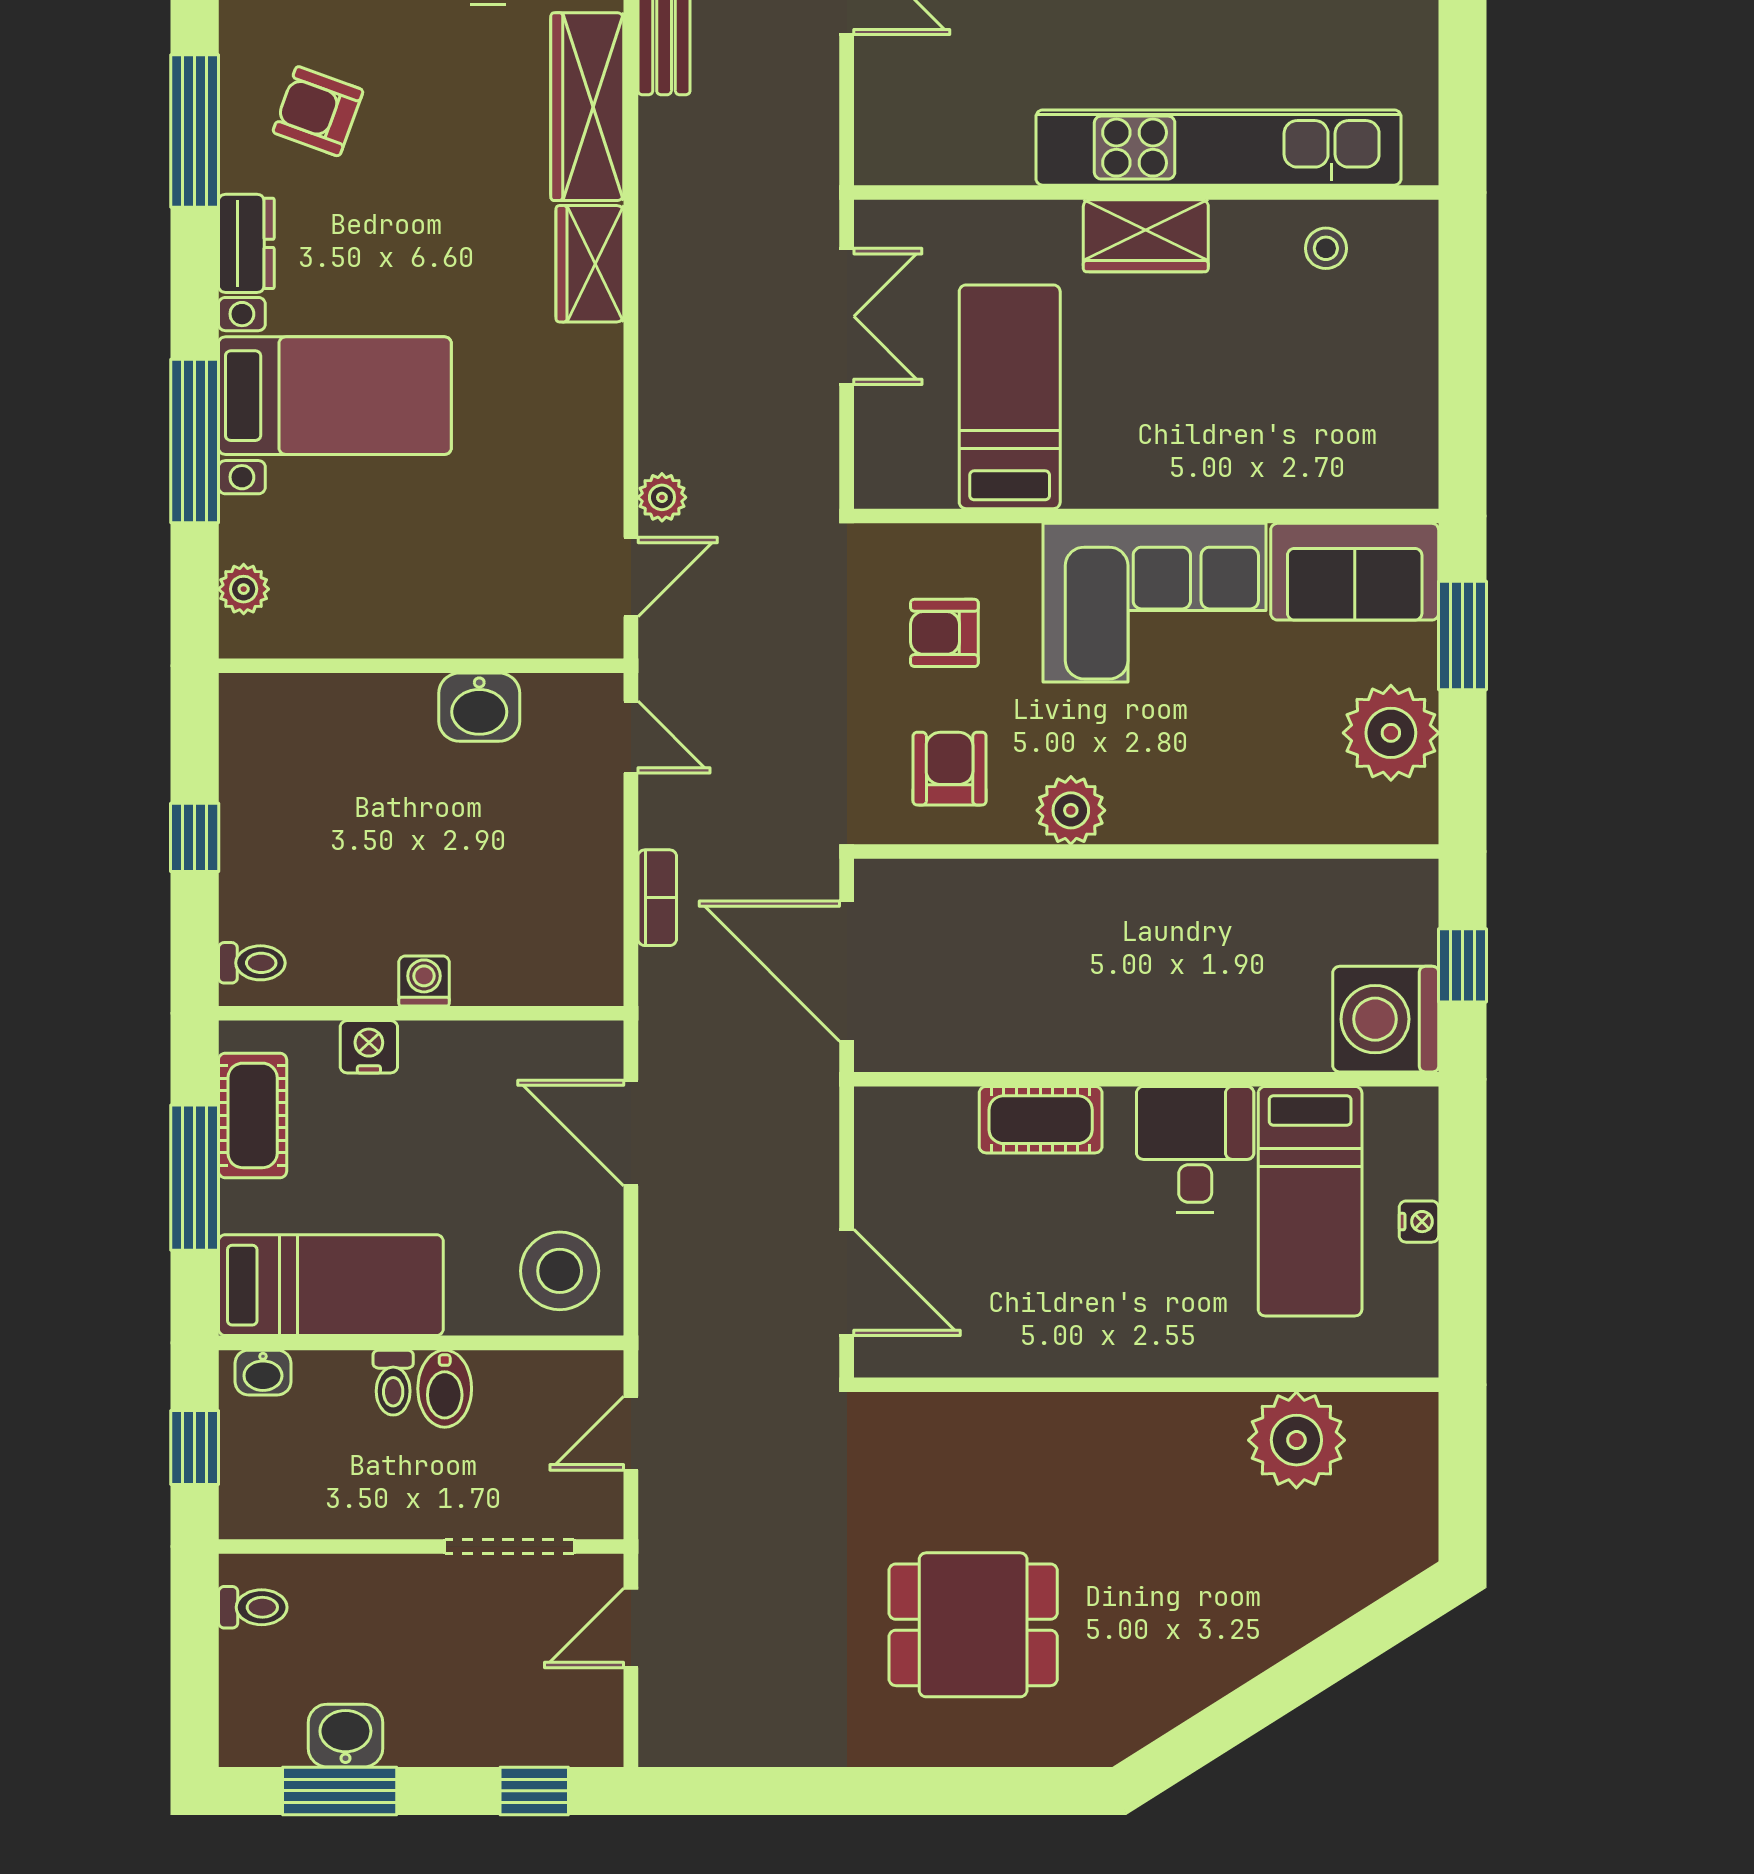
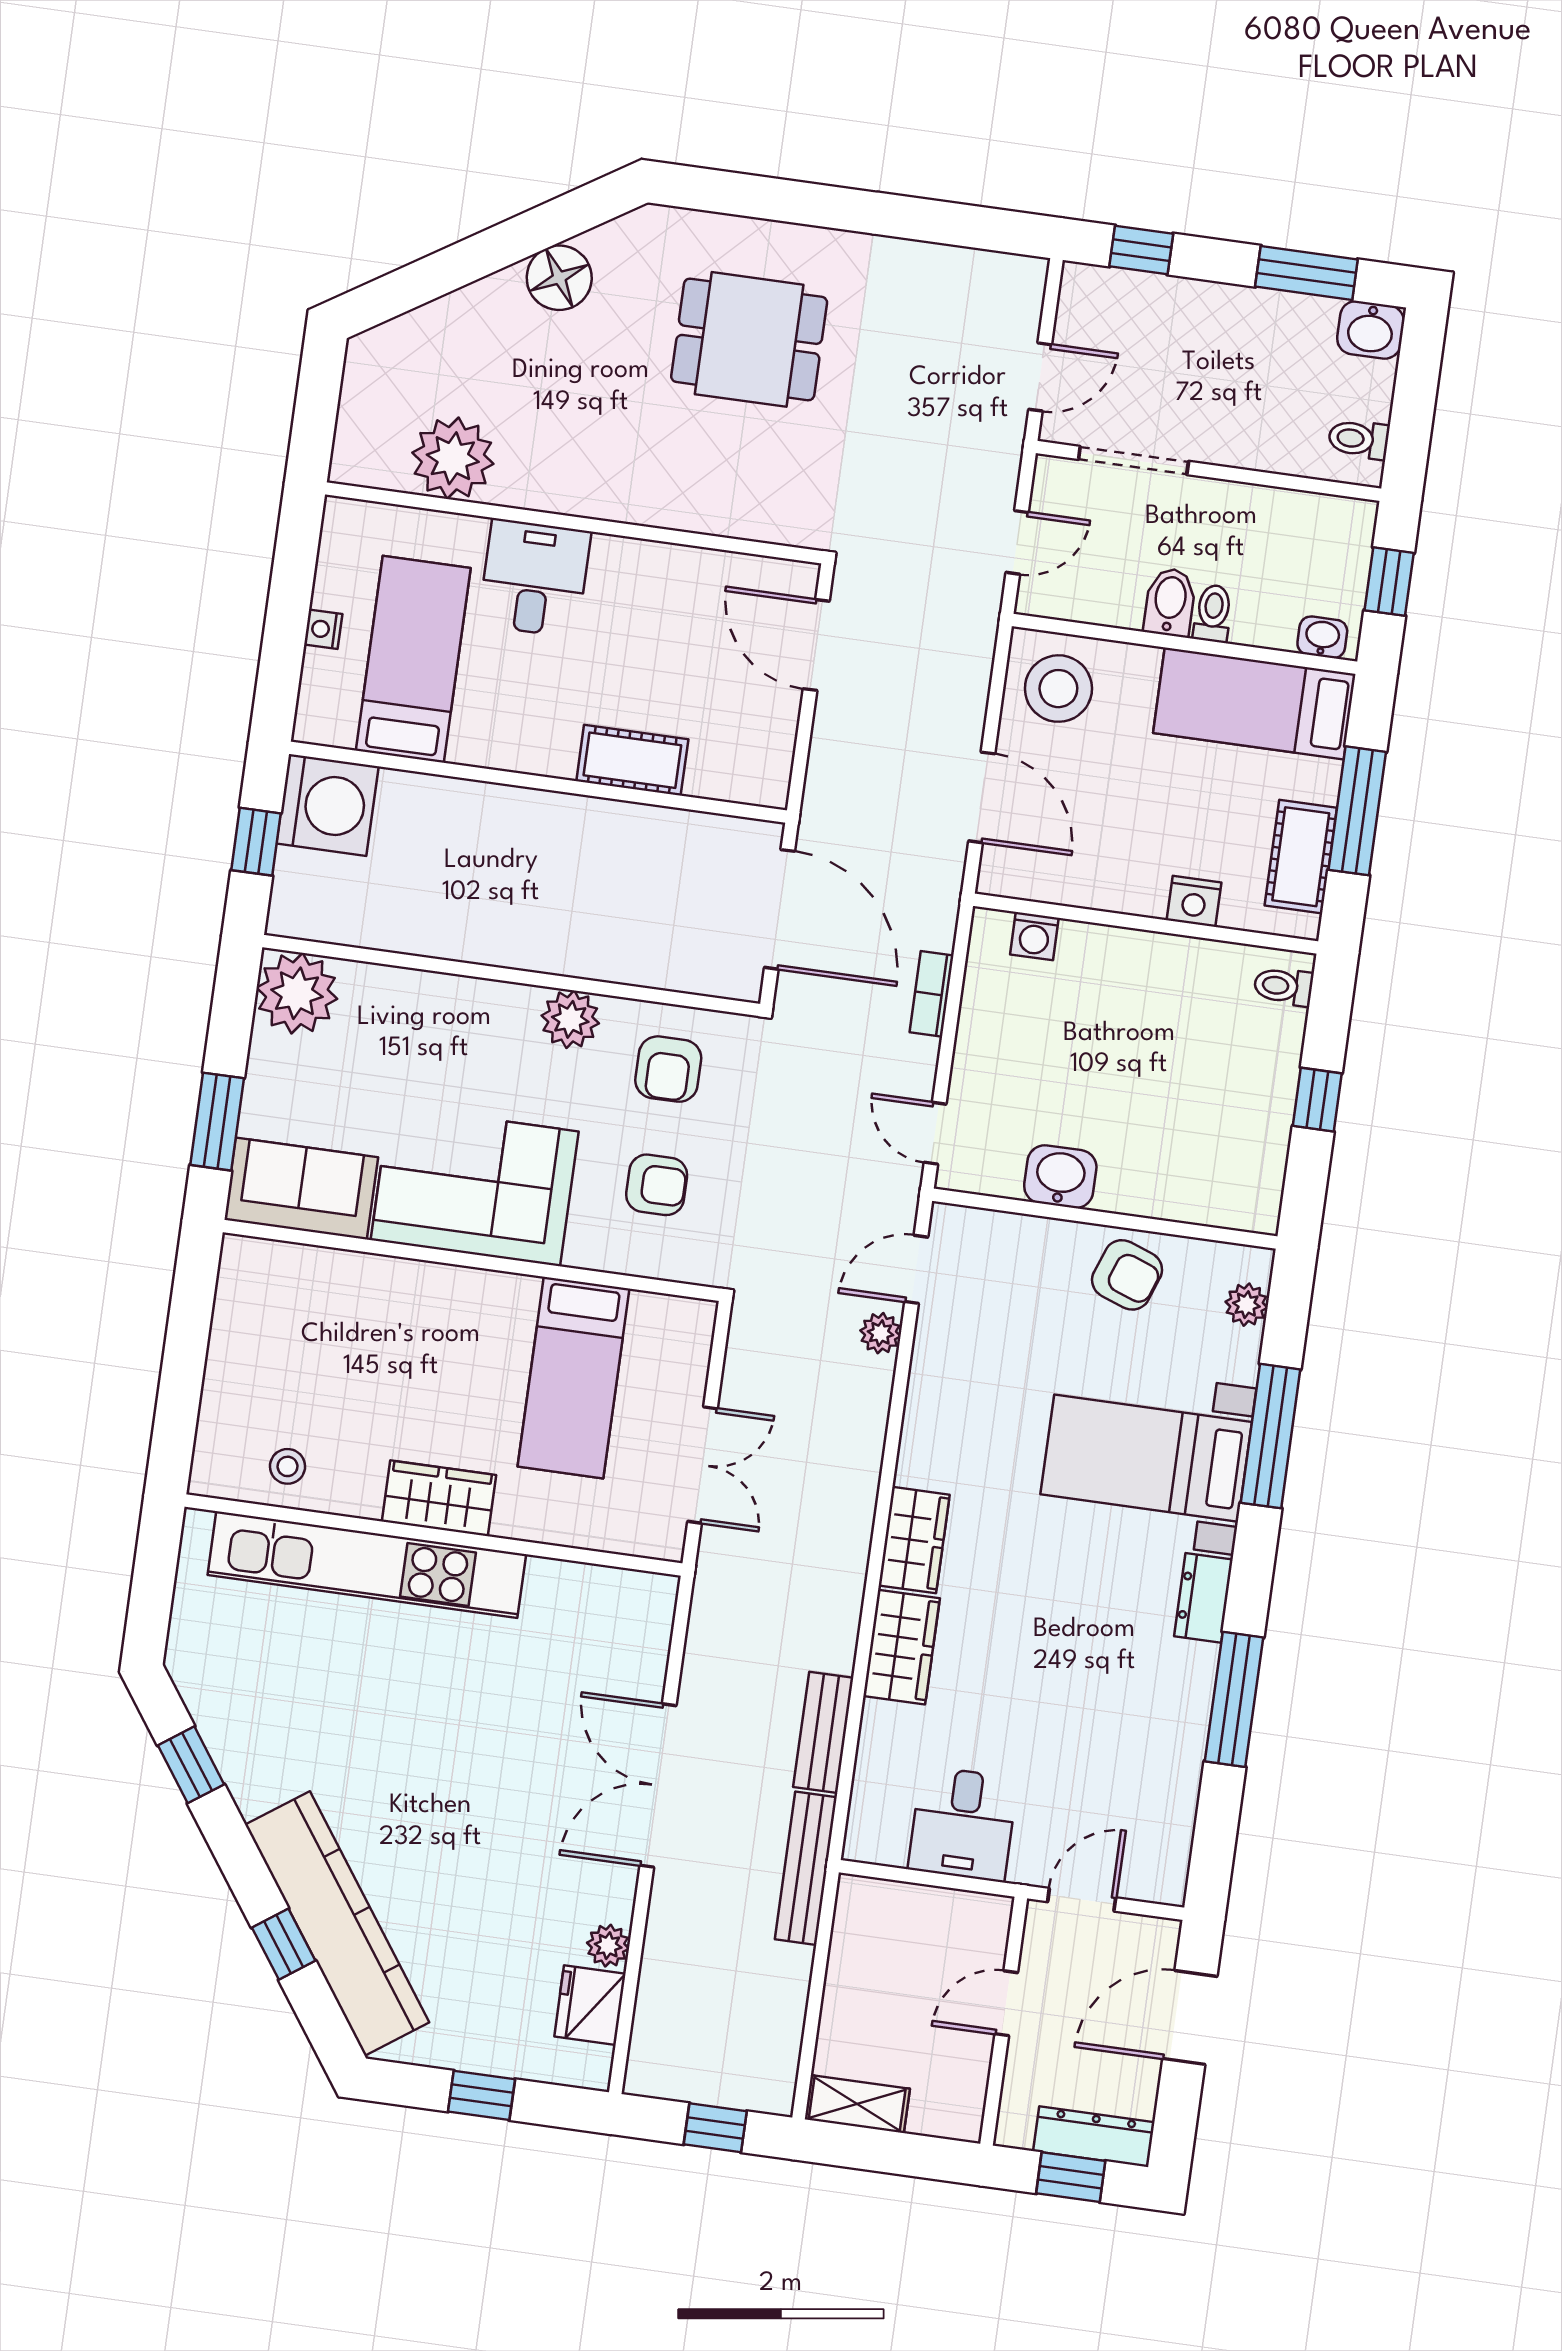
wardrobe: (587, 107) -> (902, 1647), width x0.67
armchair: (318, 111) -> (1127, 1275), moved
double door: (847, 316) -> (702, 1465), swing flipped
plant: (1391, 733) -> (297, 993), moved
washing machine: (424, 981) -> (1034, 936), moved
desk: (1195, 1149) -> (534, 578), moved, turned 180
floor lamp: (1202, 1666) -> (559, 278), added
washbasin: (345, 1736) -> (1370, 330), moved

